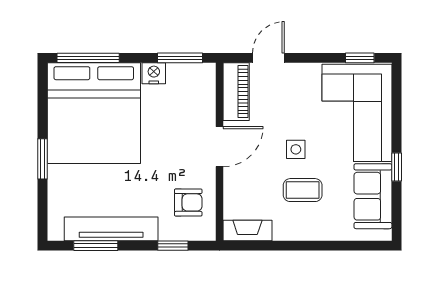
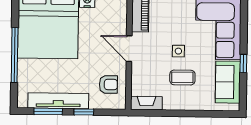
door: (220, 147) -> (129, 49), swing flipped
window: (43, 159) -> (15, 55), width x2.11
window: (173, 246) -> (84, 112), moved

